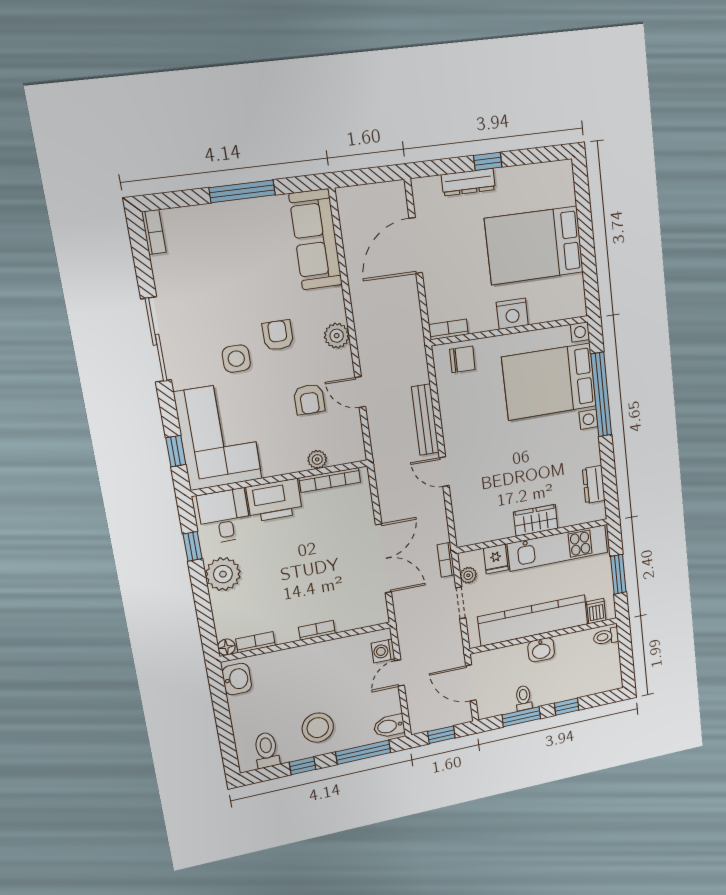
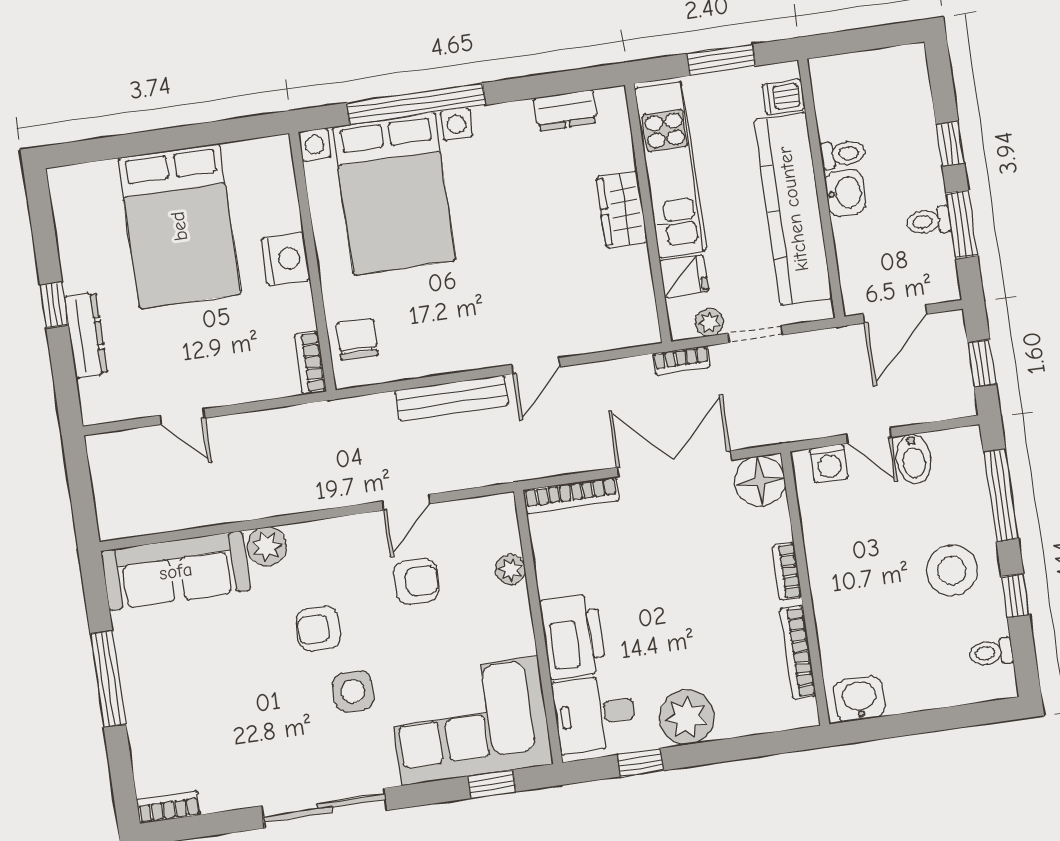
door: (416, 246) -> (182, 417), width x0.53
plant: (337, 336) -> (267, 547), moved
bookcase: (330, 480) -> (571, 495), moved, turned 90
toilet: (606, 636) -> (843, 154), moved, turned -90
bookcase: (255, 642) -> (798, 652), width x1.56
floor lamp: (226, 647) -> (760, 481), moved, width x1.89, depth x1.89
bidet: (389, 726) -> (914, 459), moved
toilet: (267, 750) -> (991, 652), width x0.73, depth x0.72

